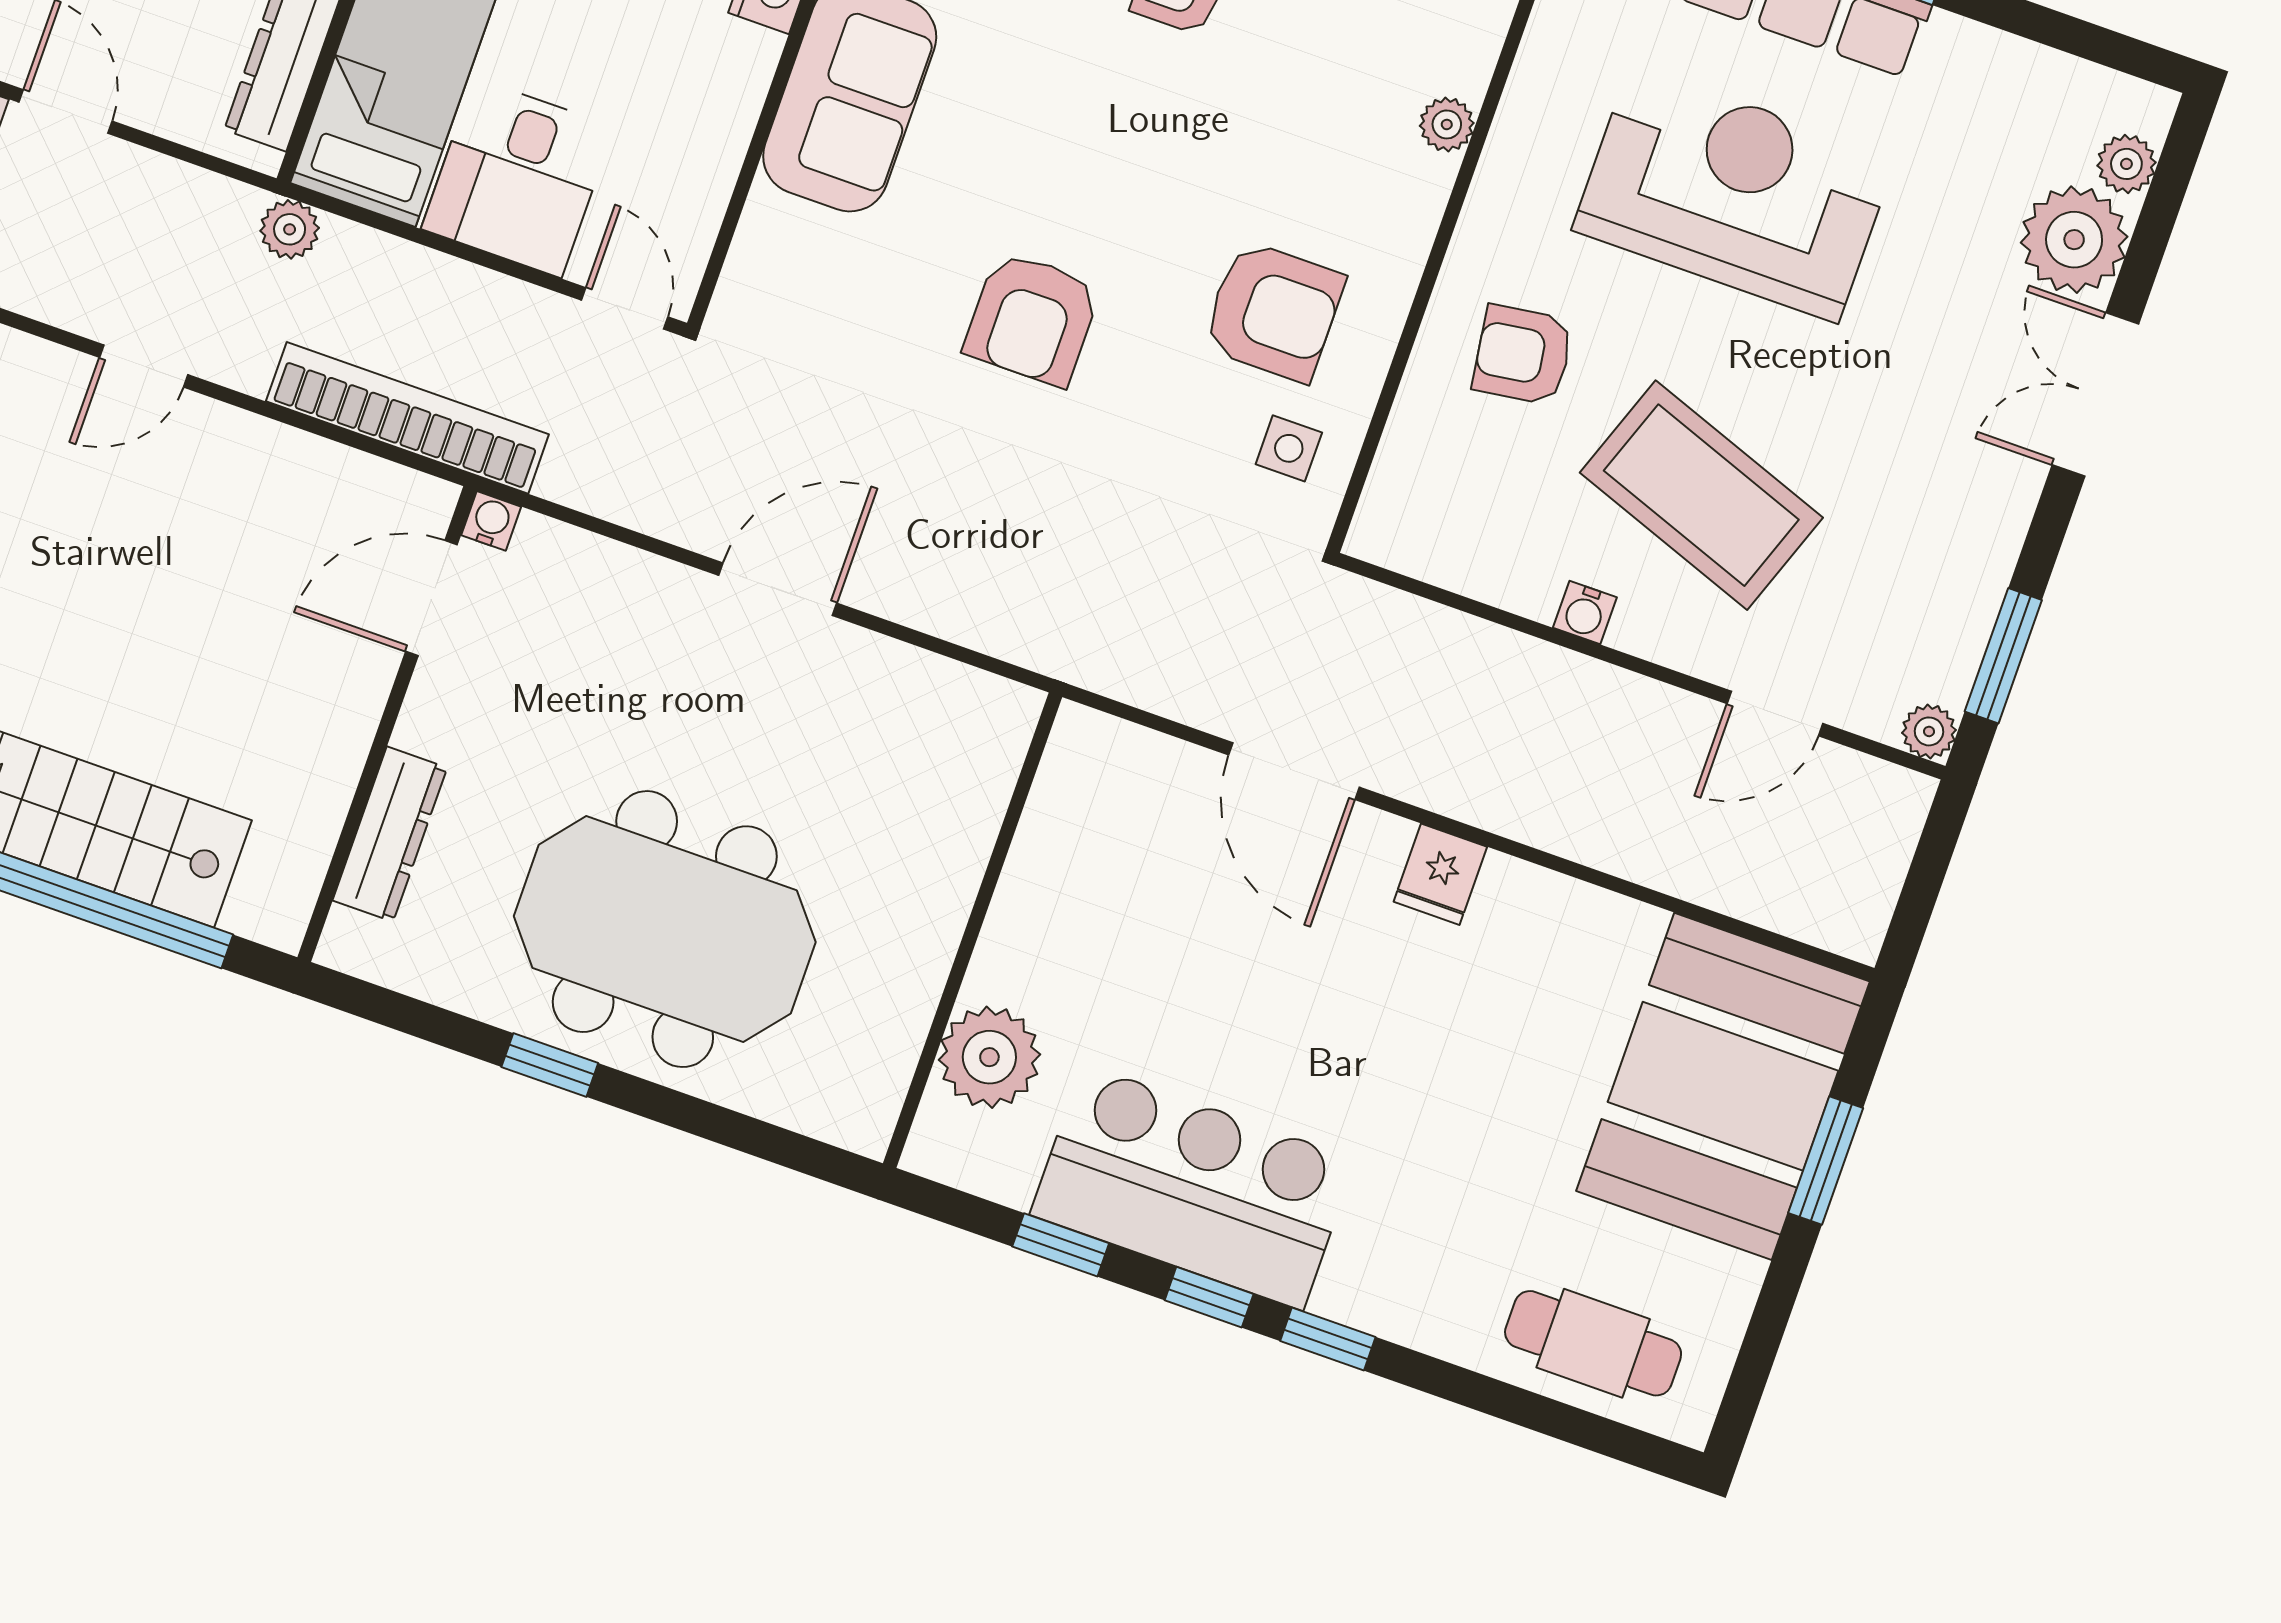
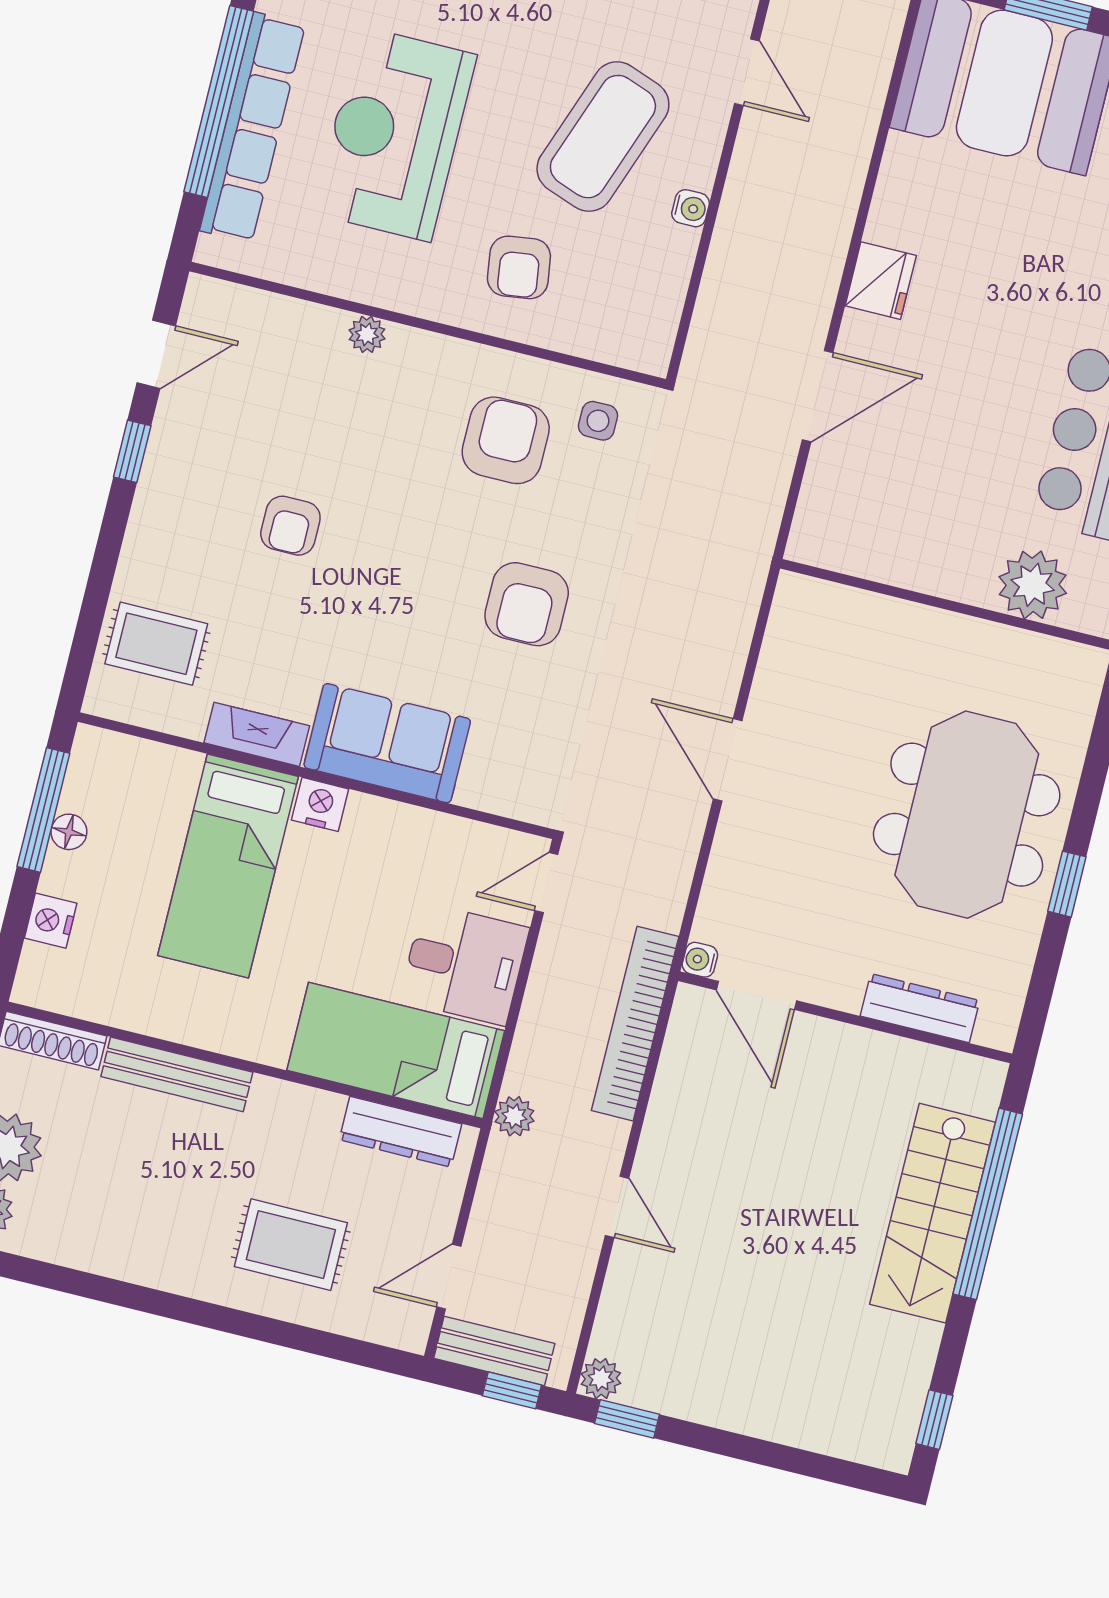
armchair: (1032, 319) -> (527, 604), turned 90
fridge: (1440, 874) -> (881, 281), width x1.38

